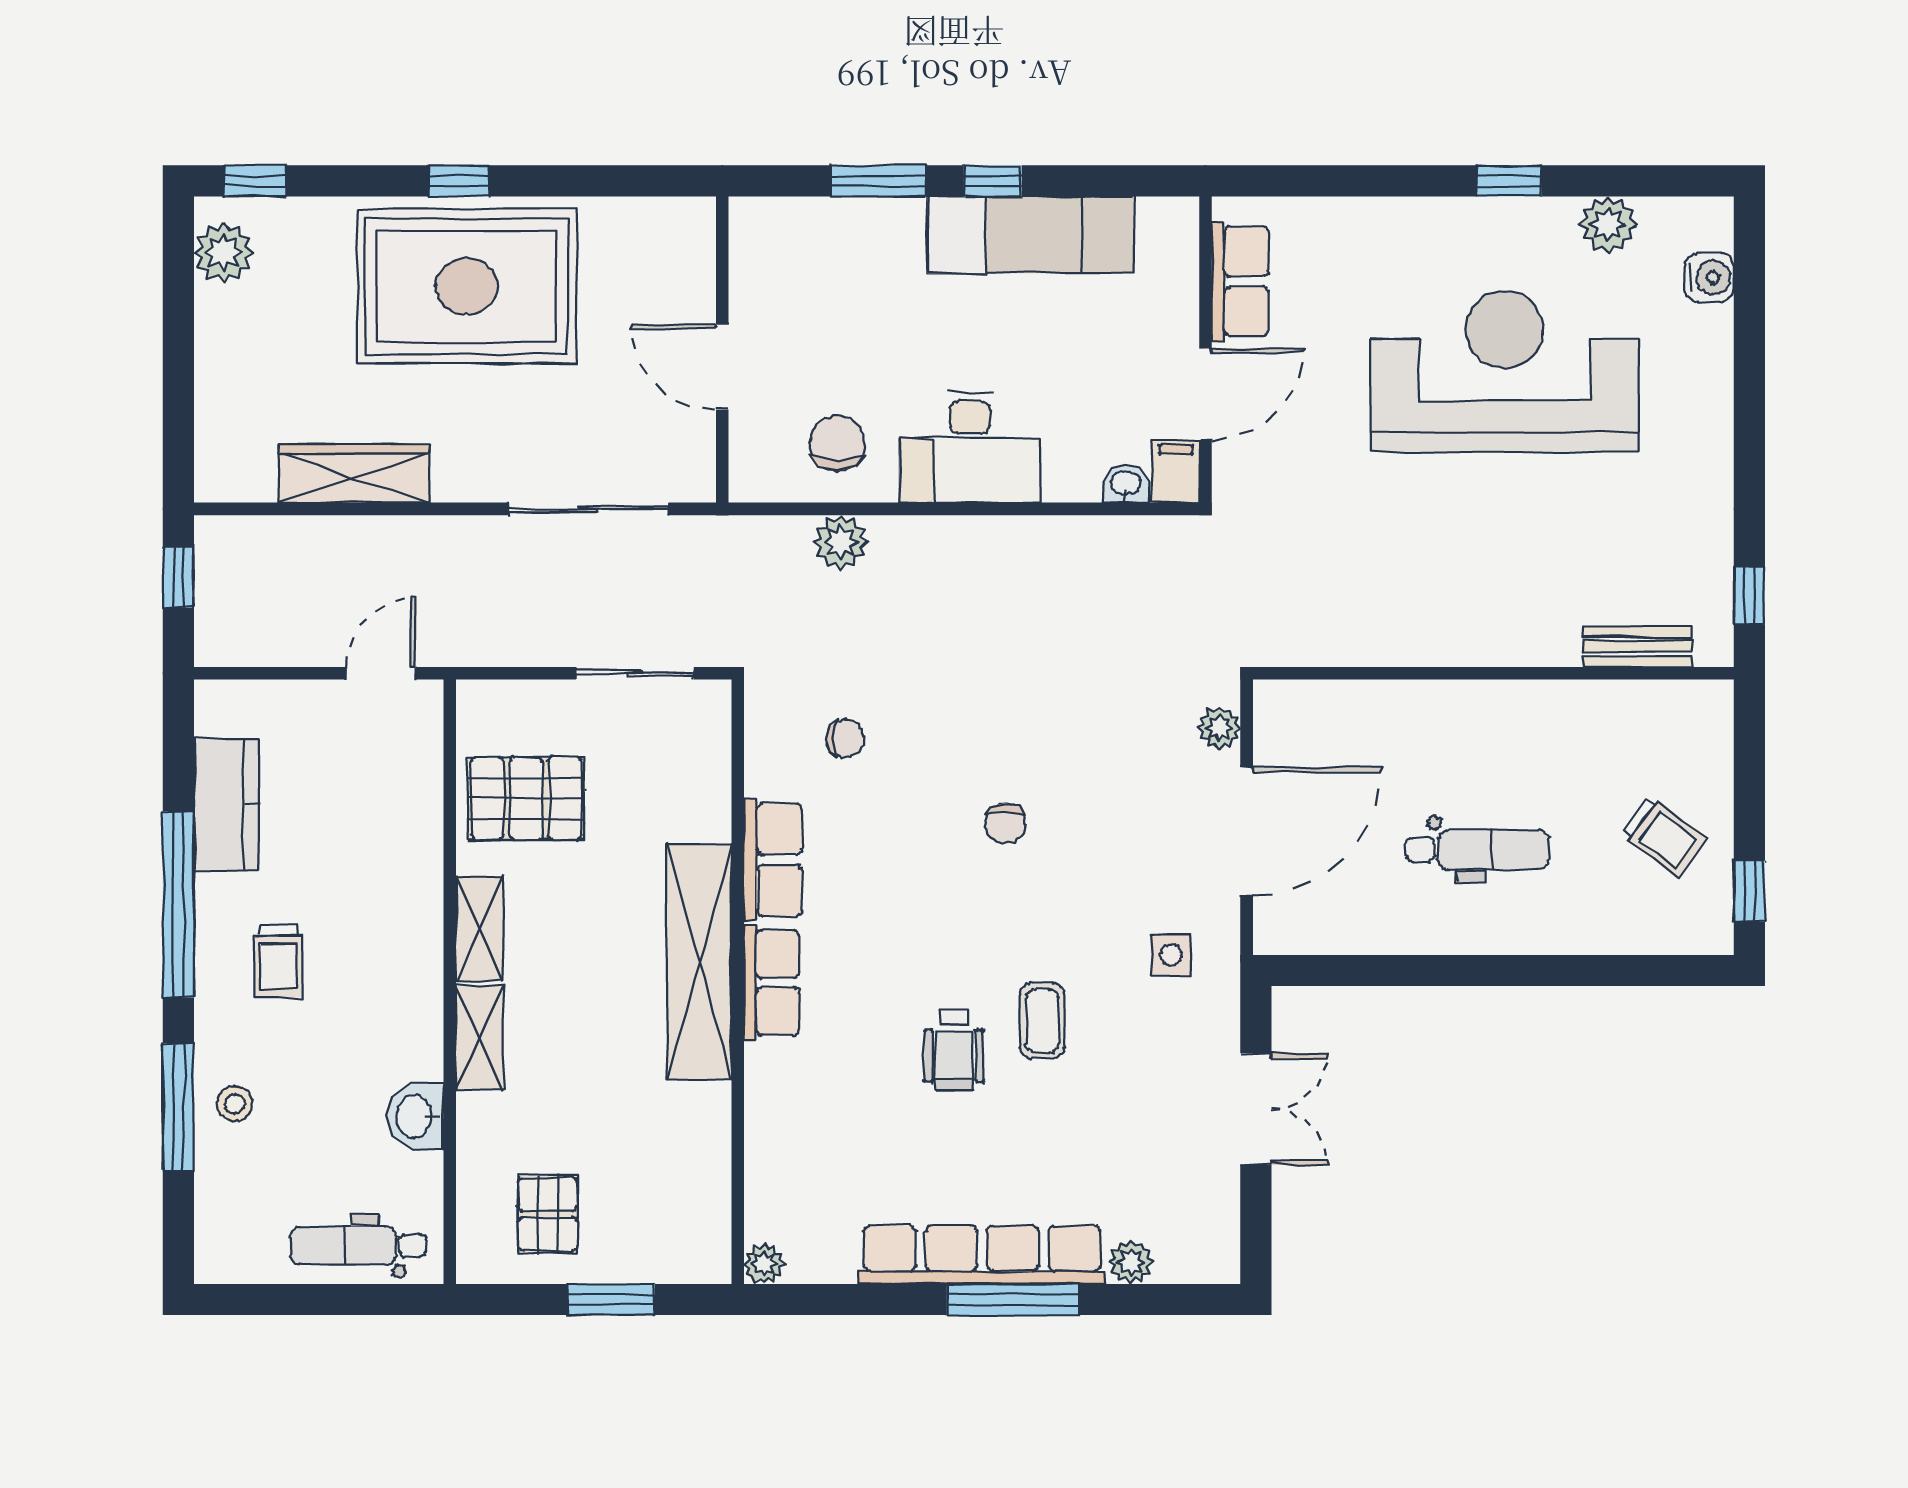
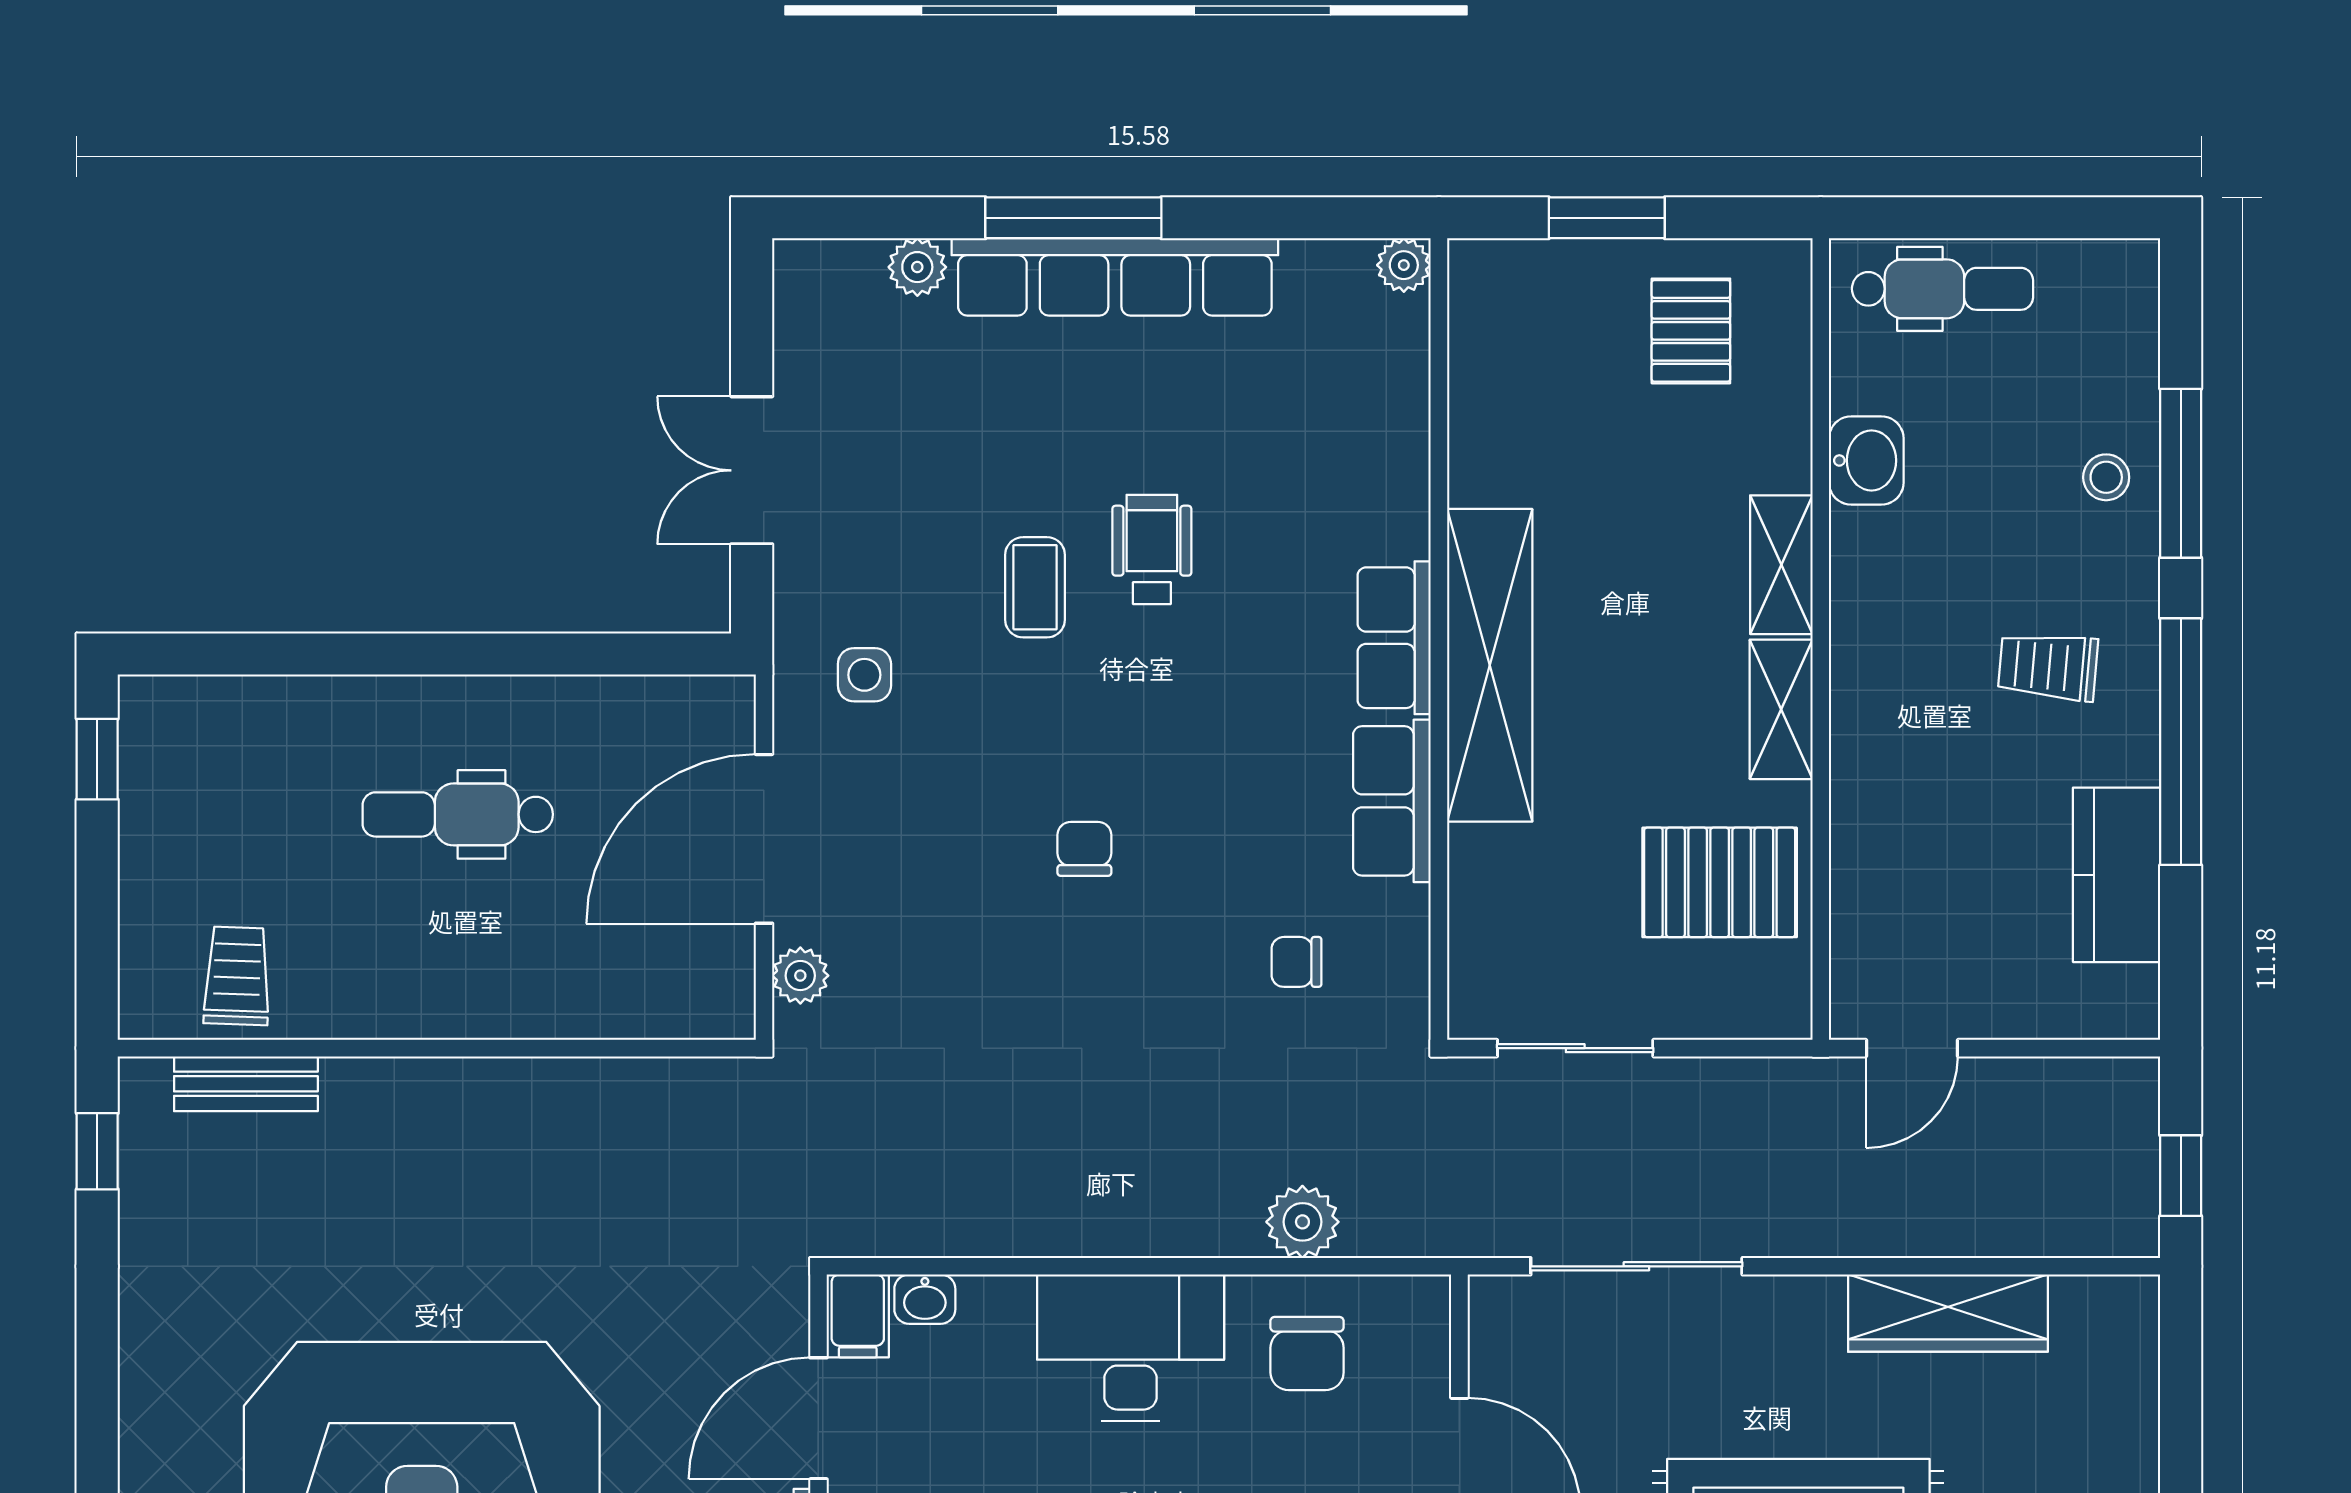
trolley: (1664, 836) -> (237, 976), moved, turned 55
trolley: (278, 961) -> (2048, 666), turned -85

